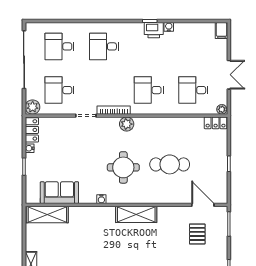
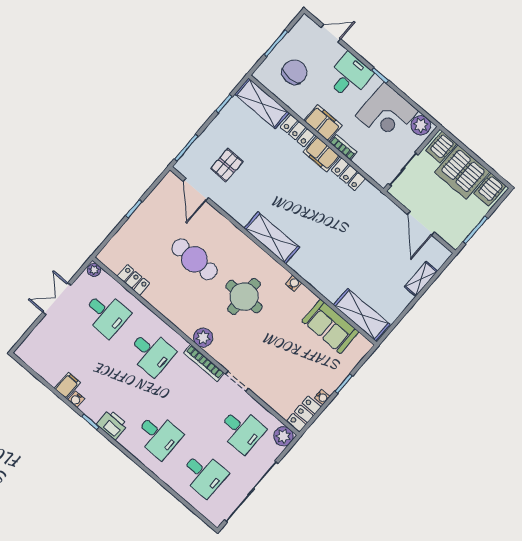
printer: (154, 30) -> (112, 425), moved
filing cabinet: (221, 30) -> (67, 385), moved
locker: (216, 123) -> (133, 280), moved

